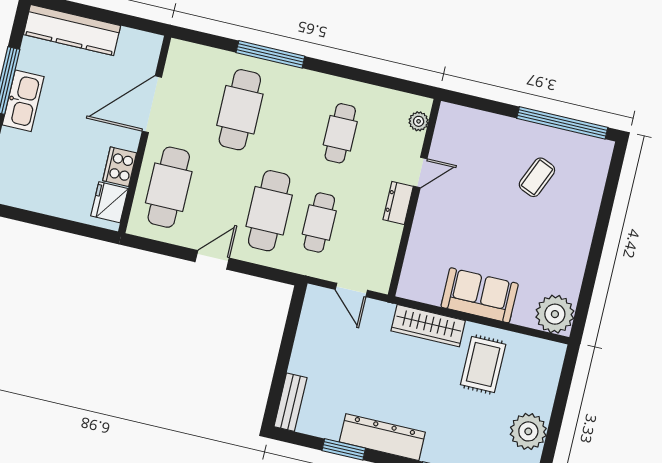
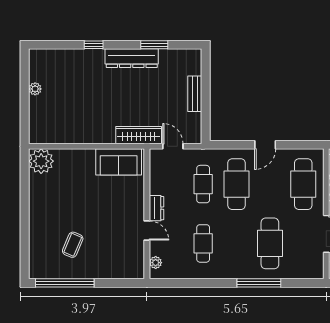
door: (420, 172) -> (147, 231), swing flipped
sofa: (480, 295) -> (119, 162), moved
wardrobe: (428, 326) -> (139, 135), moved
rug: (483, 365) -> (79, 119), removed
bench: (290, 402) -> (195, 94), moved
plant: (528, 431) -> (35, 89), width x0.53, depth x0.53

